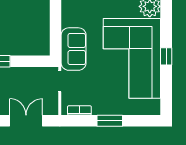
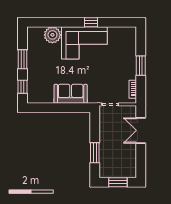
sofa: (74, 49) -> (71, 94), moved
corner sofa: (132, 58) -> (84, 43), width x0.73, depth x0.74

